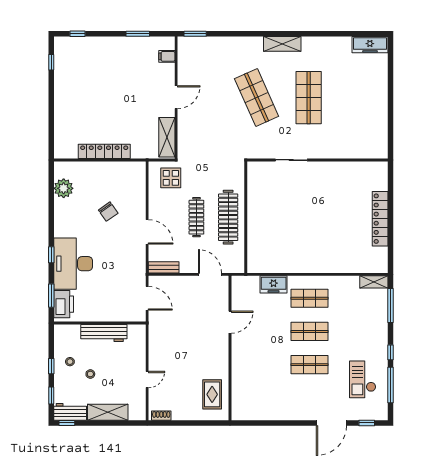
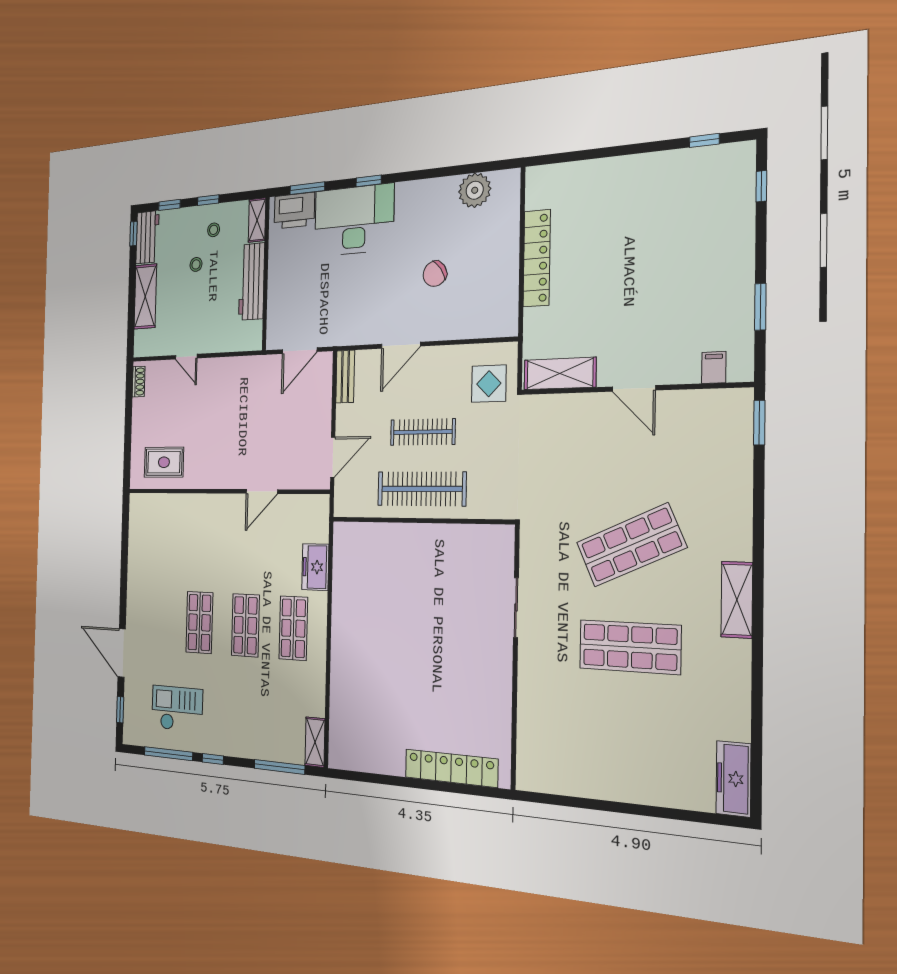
locker: (380, 219) -> (451, 768), moved
door: (230, 322) -> (262, 491), hinge flipped
shelving: (67, 330) -> (257, 220), added

